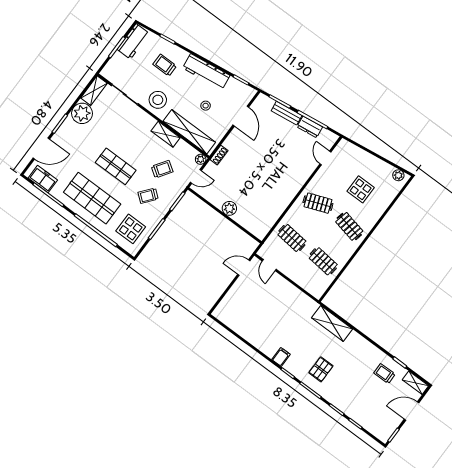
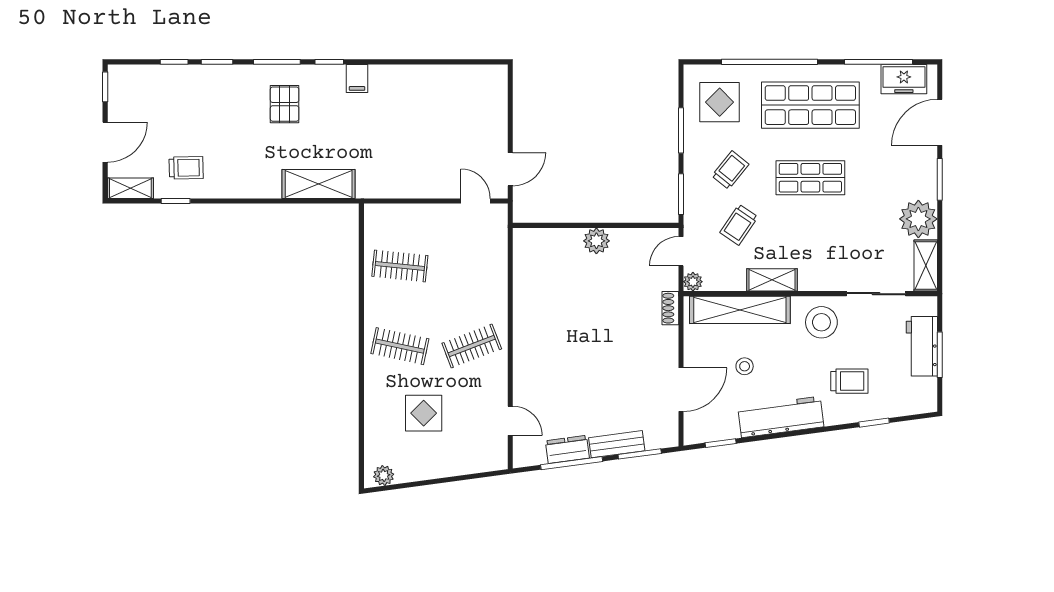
workbench: (133, 41) -> (922, 346), moved
door: (241, 116) -> (681, 390), swing flipped
clothes rail: (292, 238) -> (472, 266), removed

